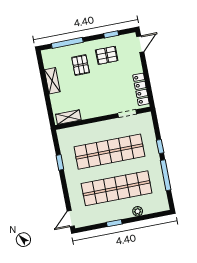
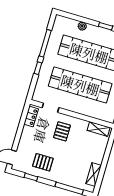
pallet: (81, 65) -> (62, 131), moved
shelving: (52, 81) -> (94, 174), moved
locker: (141, 89) -> (31, 116), width x0.66

